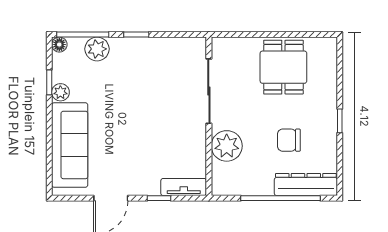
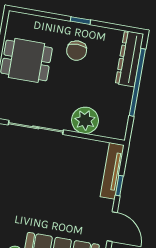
chair: (289, 140) -> (77, 51), moved
tv unit: (184, 187) -> (112, 171), width x1.41

